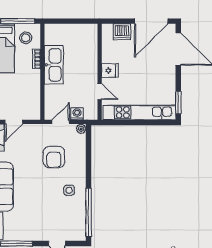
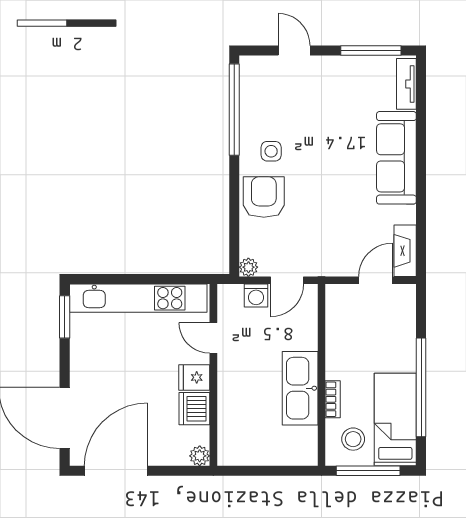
plant: (107, 29) -> (200, 456), added
dishwasher: (122, 32) -> (194, 409), moved, turned -90
armchair: (54, 157) -> (264, 197), moved

